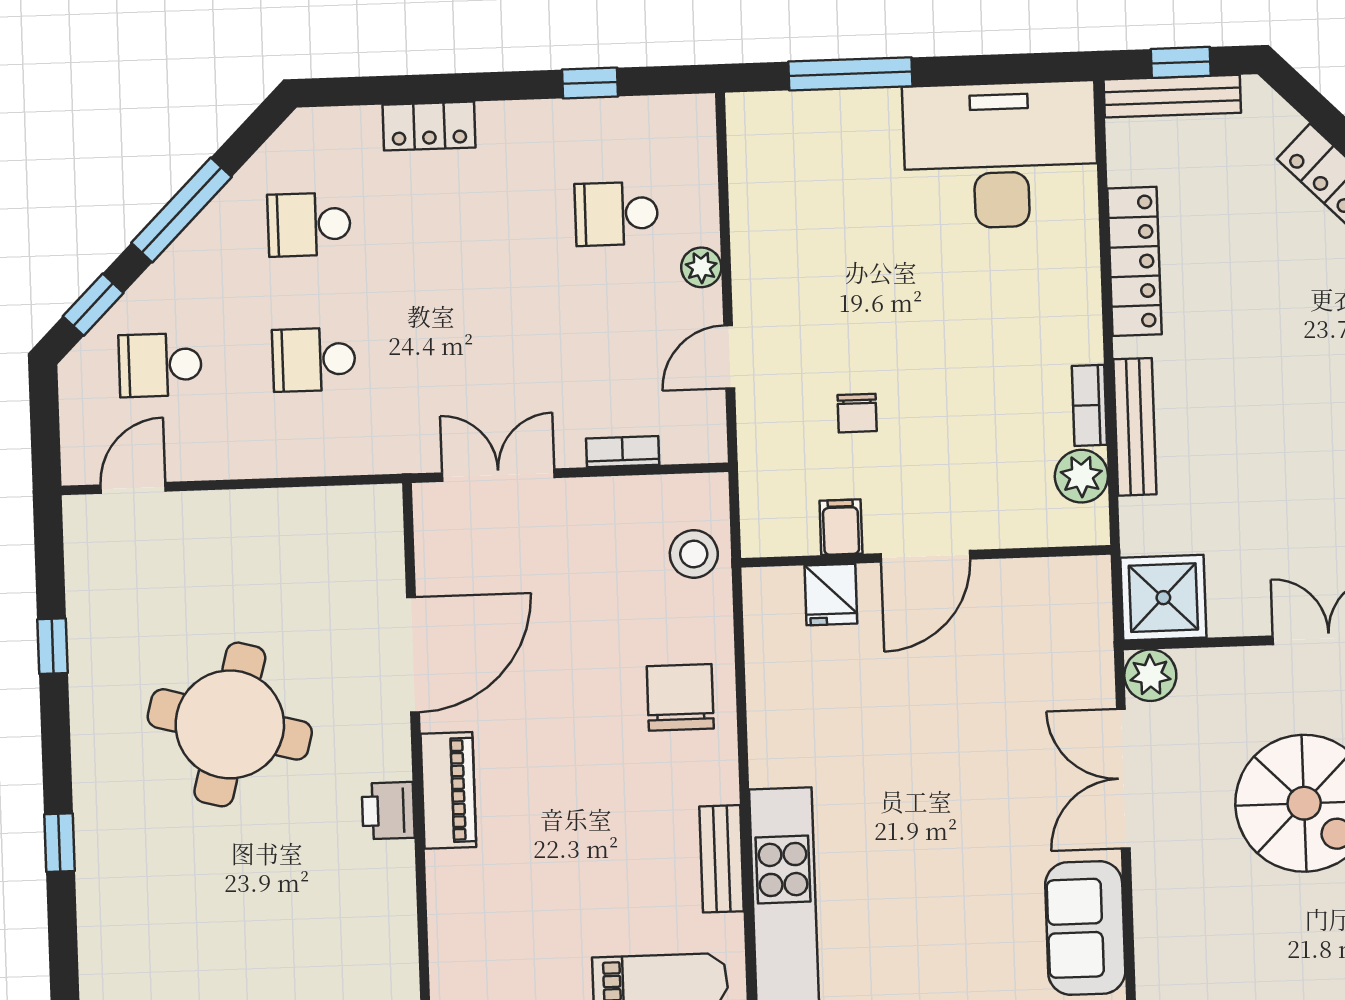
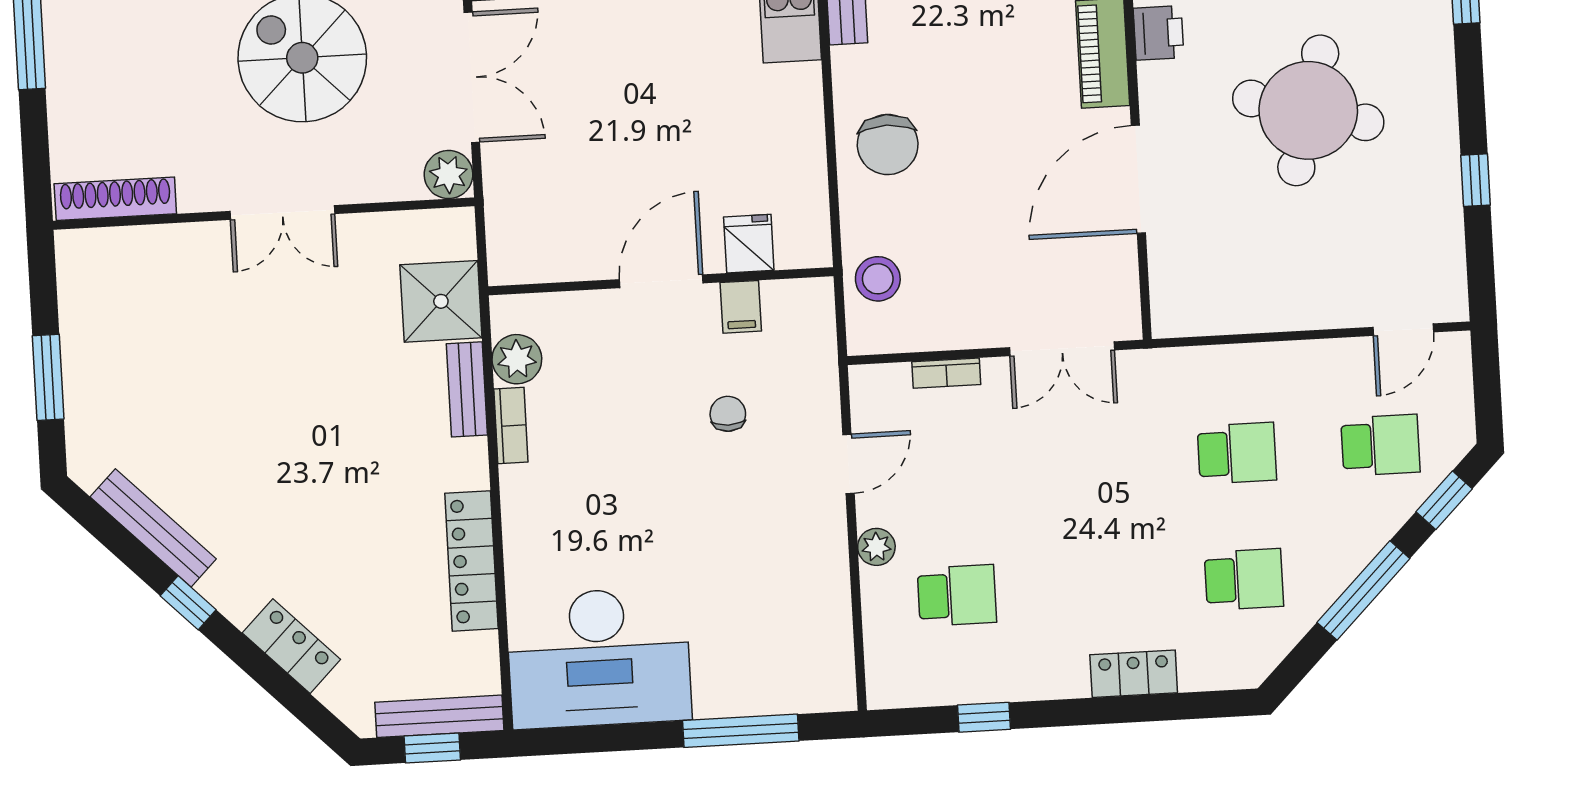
bench: (1135, 427) -> (467, 389), width x0.73
shower: (1163, 598) -> (441, 301), moved

